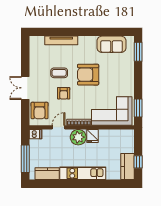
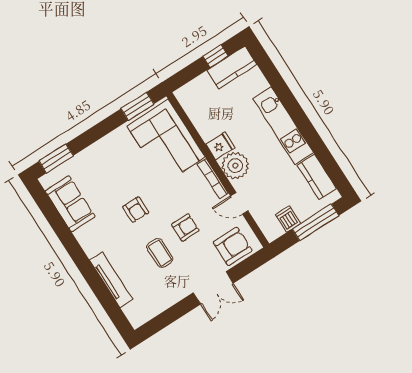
armchair: (88, 75) -> (136, 210), width x0.53, depth x0.53
dishwasher: (36, 134) -> (288, 219), moved

